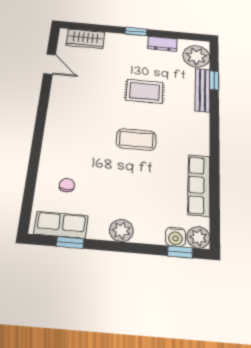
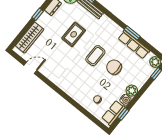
wardrobe: (85, 39) -> (30, 38), width x1.50
window: (215, 171) -> (132, 33), added
chair: (139, 178) -> (114, 67), added
water cooler: (176, 237) -> (125, 100), moved

